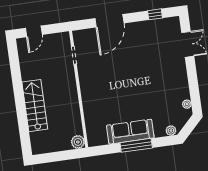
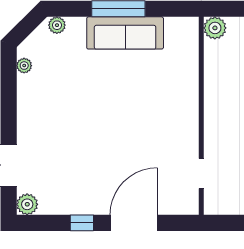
window: (155, 14) -> (82, 223), moved
plant: (174, 23) -> (27, 204), added

